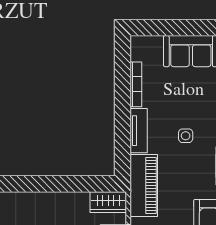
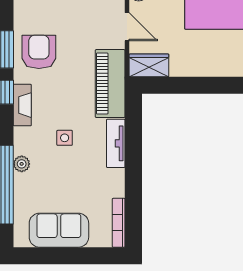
bookcase: (136, 84) -> (119, 223), moved

